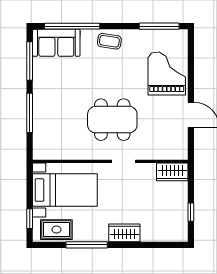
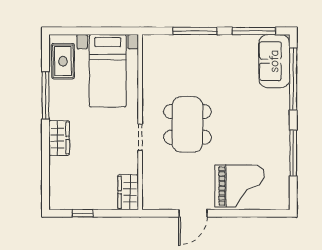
window: (159, 26) -> (293, 153), moved
coffee table: (109, 41) -> (276, 121), removed
window: (30, 219) -> (75, 31), removed

